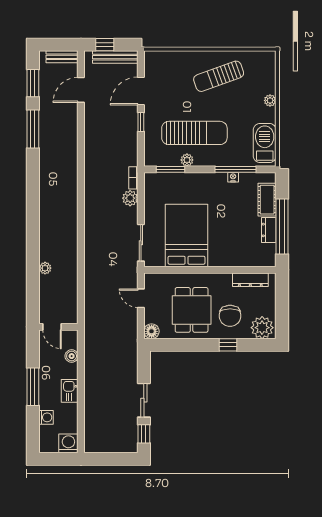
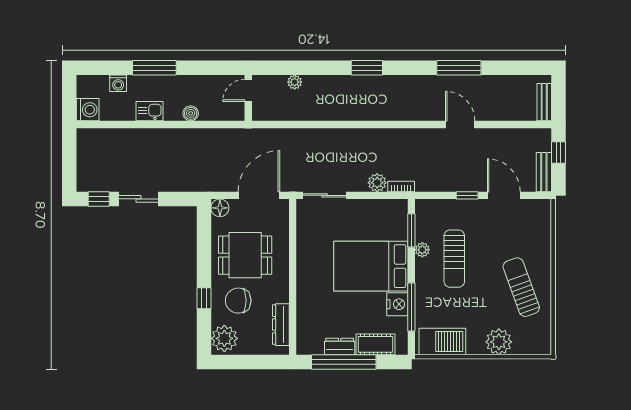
bench: (115, 57) -> (544, 172), width x0.73
window: (33, 83) -> (367, 68), moved
door: (81, 90) -> (460, 124), moved
plant: (270, 100) -> (499, 342), width x1.88, depth x1.88
sun lounger: (194, 133) -> (454, 259), width x0.73, depth x0.75
nightstand: (233, 177) -> (397, 304), width x1.89, depth x1.79
bed: (186, 235) -> (371, 266), moved, turned 180
door: (141, 298) -> (259, 195), width x1.88
door: (52, 327) -> (248, 90), moved
wall: (58, 327) -> (248, 98), moved

